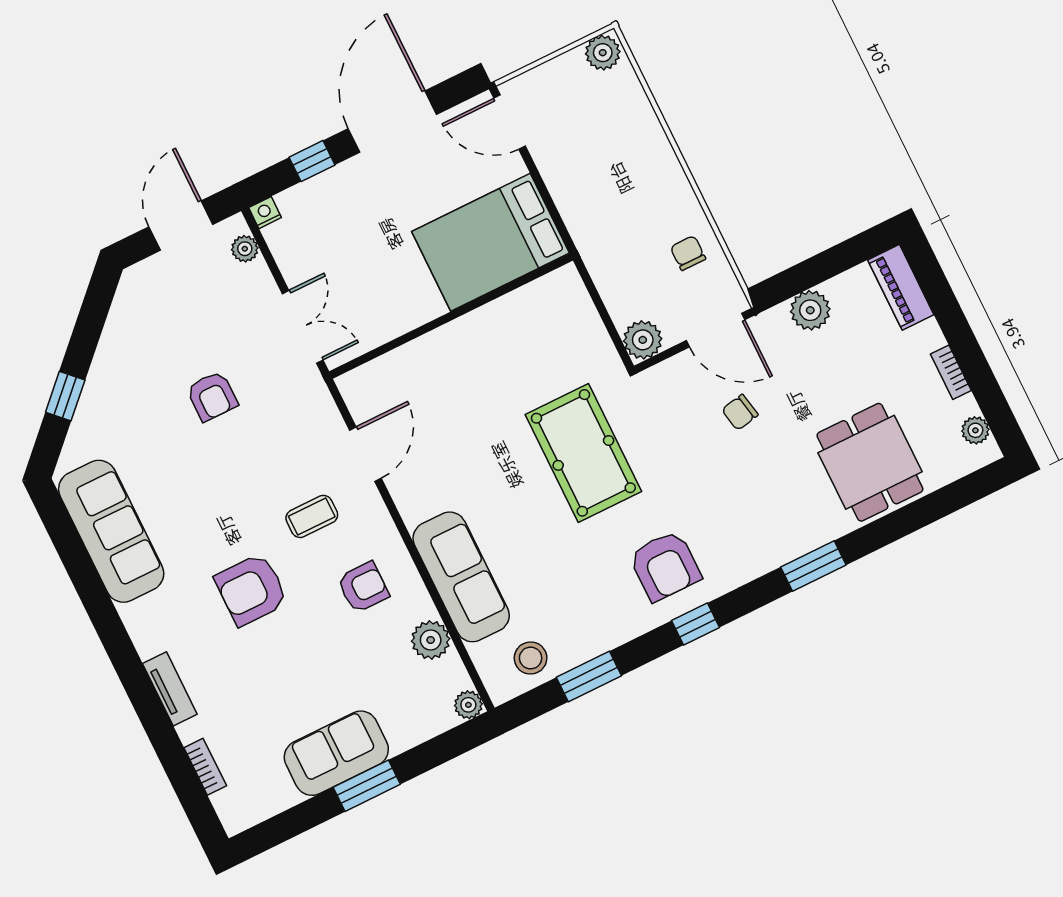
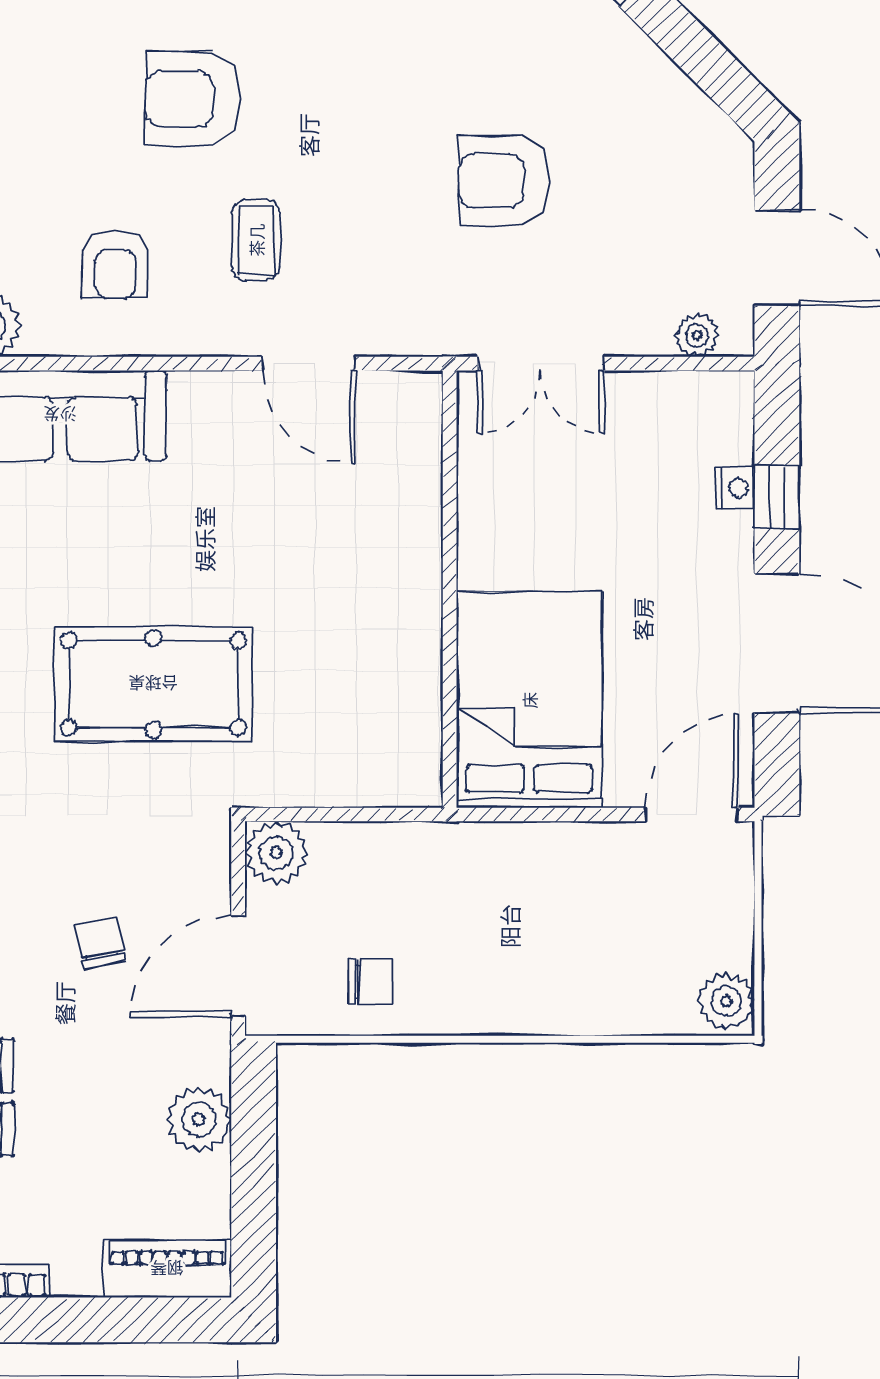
nightstand: (265, 213) -> (735, 488), moved
armchair: (212, 396) -> (504, 181), width x1.38, depth x1.38
armchair: (251, 590) -> (193, 99), turned -90

